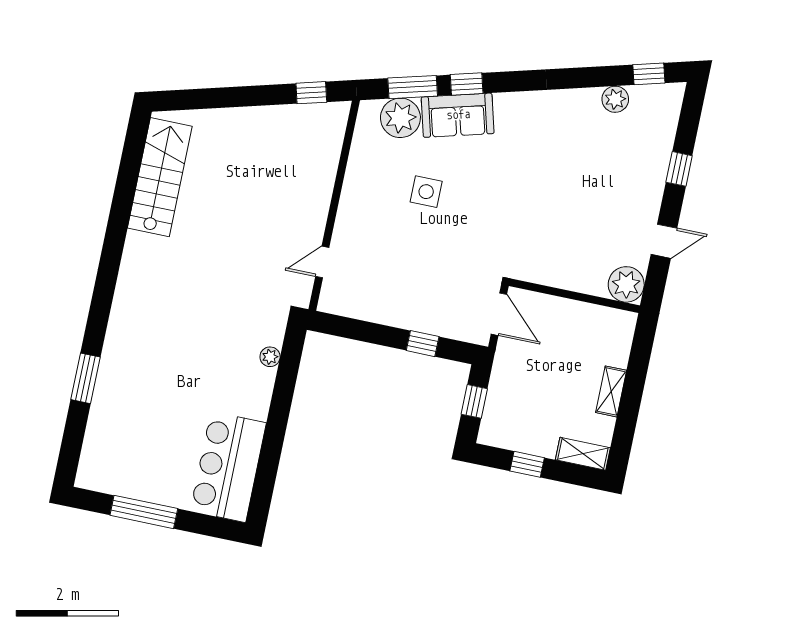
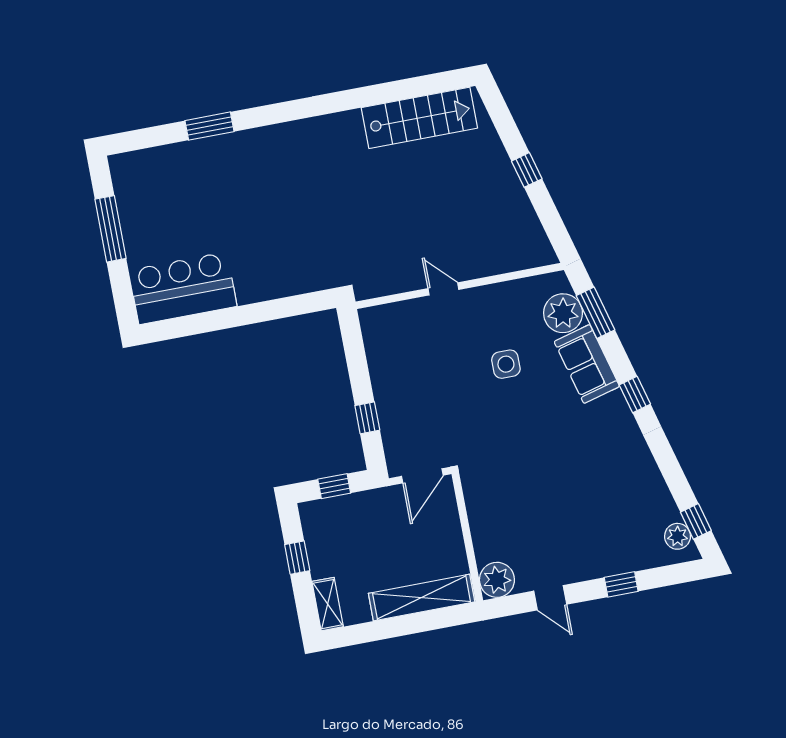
window: (467, 84) -> (635, 395), moved
window: (311, 93) -> (527, 170), moved
plant: (615, 99) -> (678, 536), moved
door: (322, 262) -> (443, 289), moved
plant: (270, 357) -> (298, 285), removed
shelving: (611, 391) -> (422, 598), width x2.20, depth x1.33

